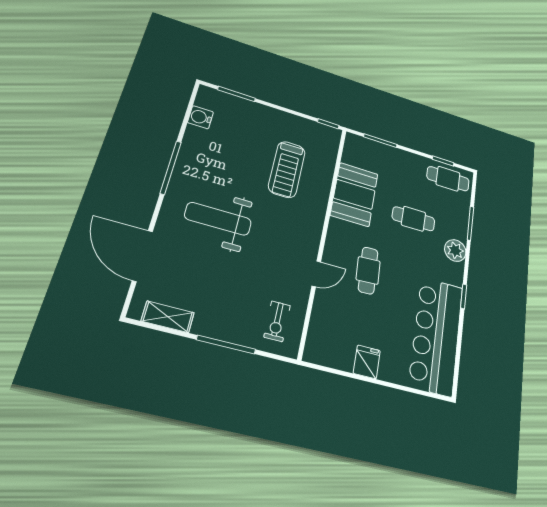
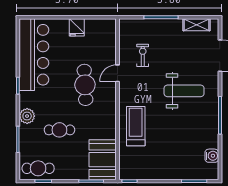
treadmill: (287, 169) -> (136, 126), moved
booth: (354, 194) -> (103, 160), moved
cafe table: (368, 270) -> (85, 85), width x1.37, depth x1.35
exercise bike: (277, 321) -> (143, 55), moved

